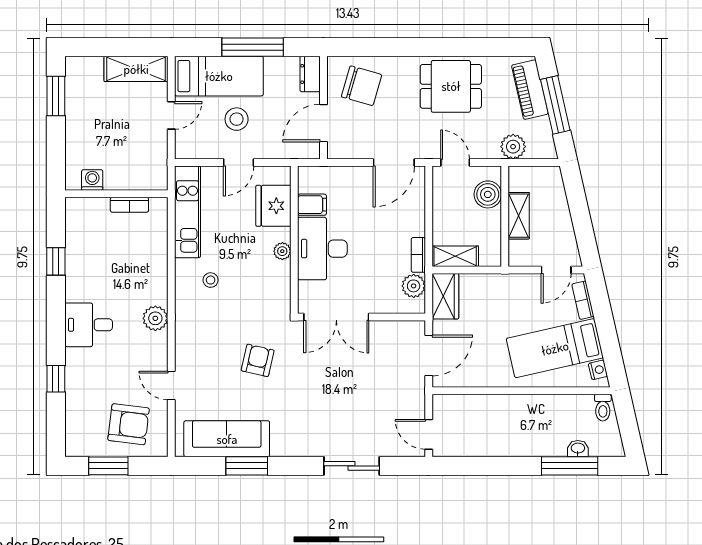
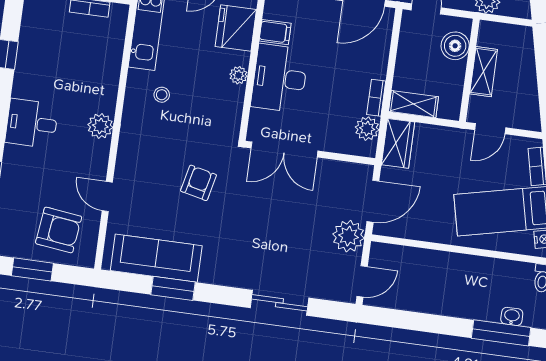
door: (556, 270) -> (490, 129), moved
plant: (410, 392) -> (348, 236), added
door: (429, 434) -> (362, 281), swing flipped

